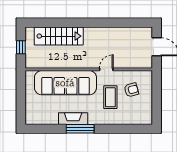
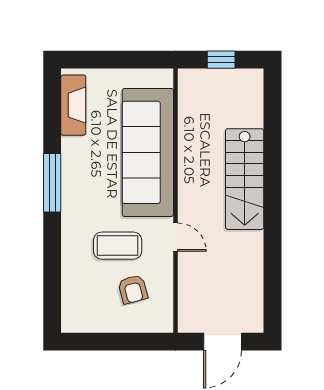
stairs: (59, 36) -> (245, 179), moved
fireplace: (73, 119) -> (73, 105), moved

